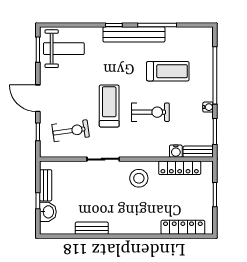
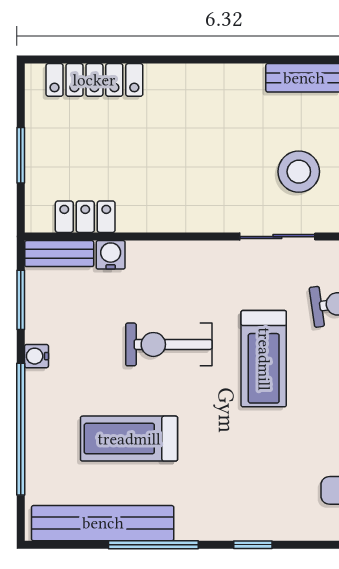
bench: (134, 34) -> (103, 523), moved
locker: (180, 168) -> (85, 217), width x0.66
stool: (139, 178) -> (299, 172), moved

